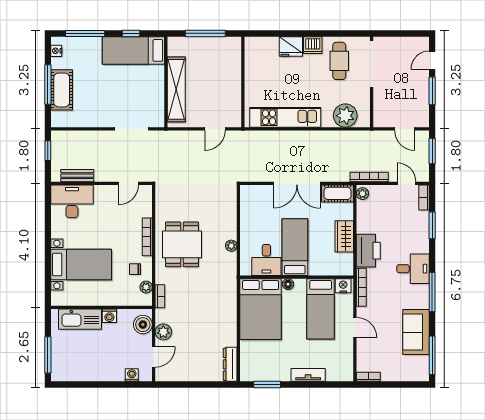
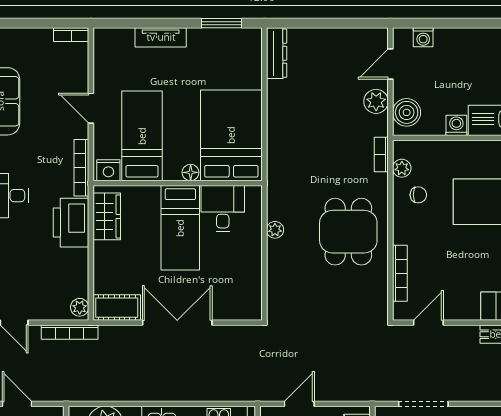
wardrobe: (344, 236) -> (107, 216), moved
bookcase: (147, 237) -> (400, 273), moved

